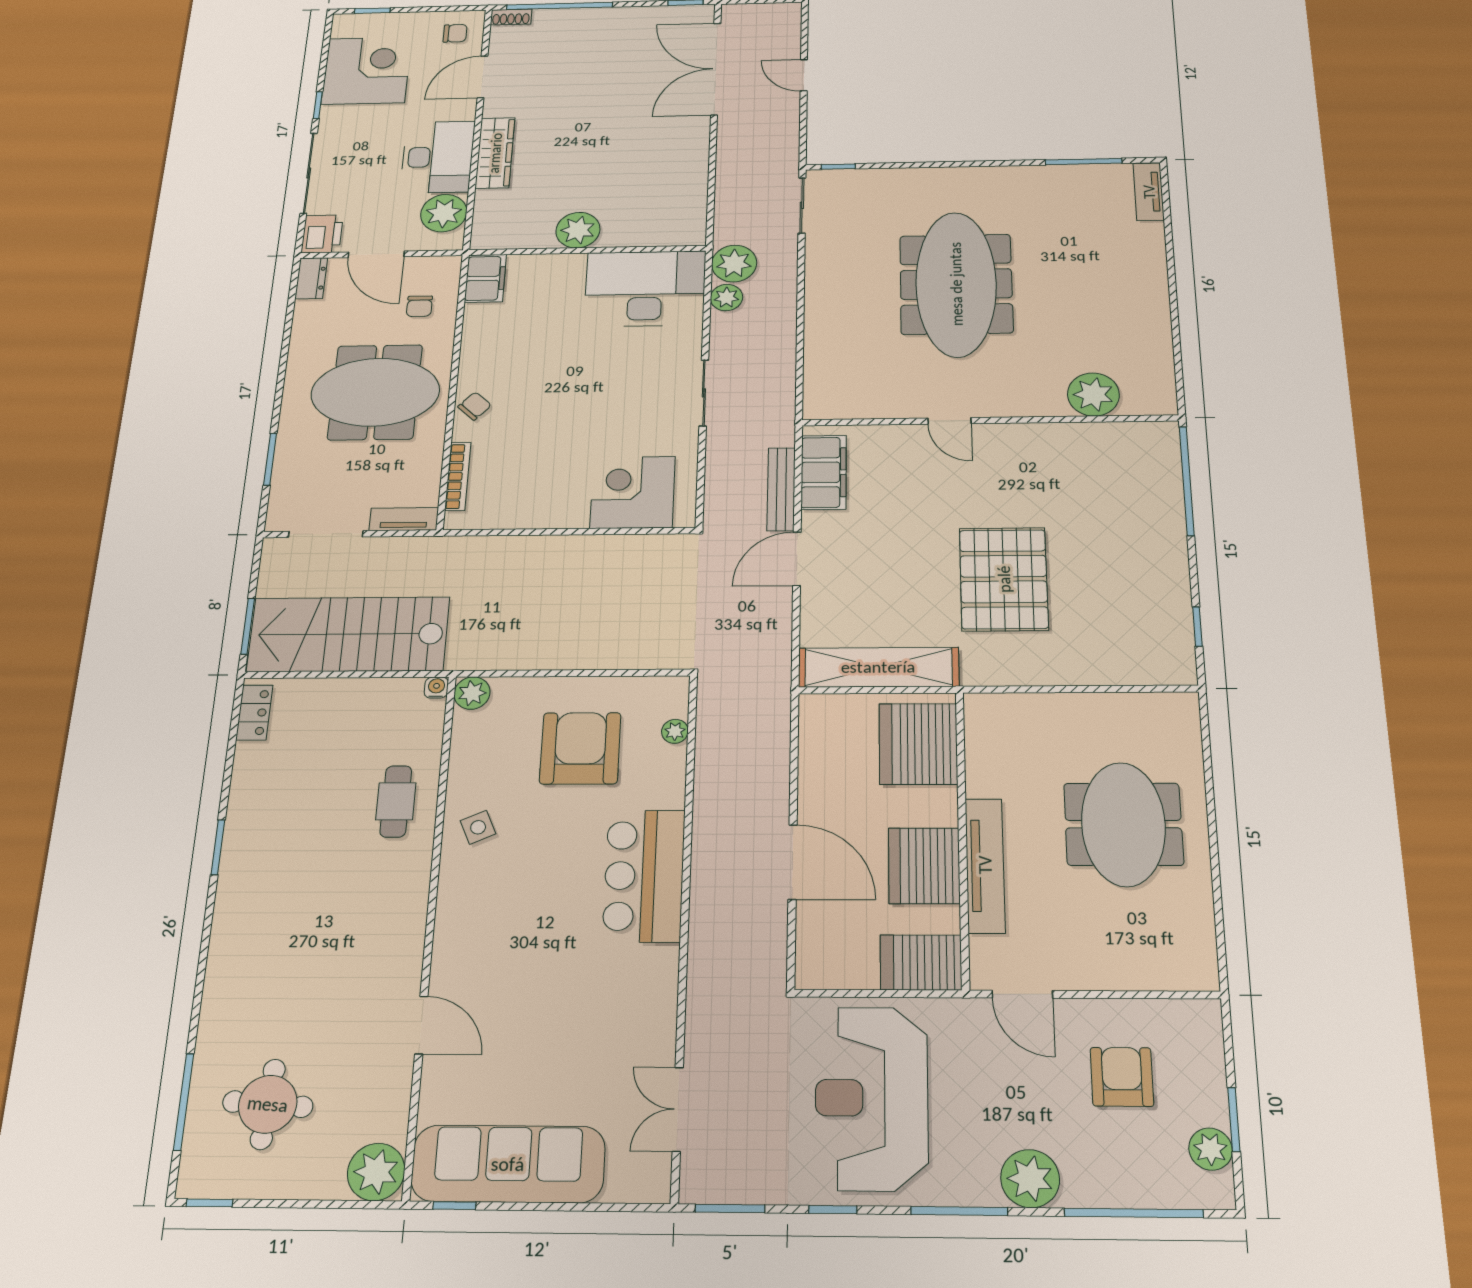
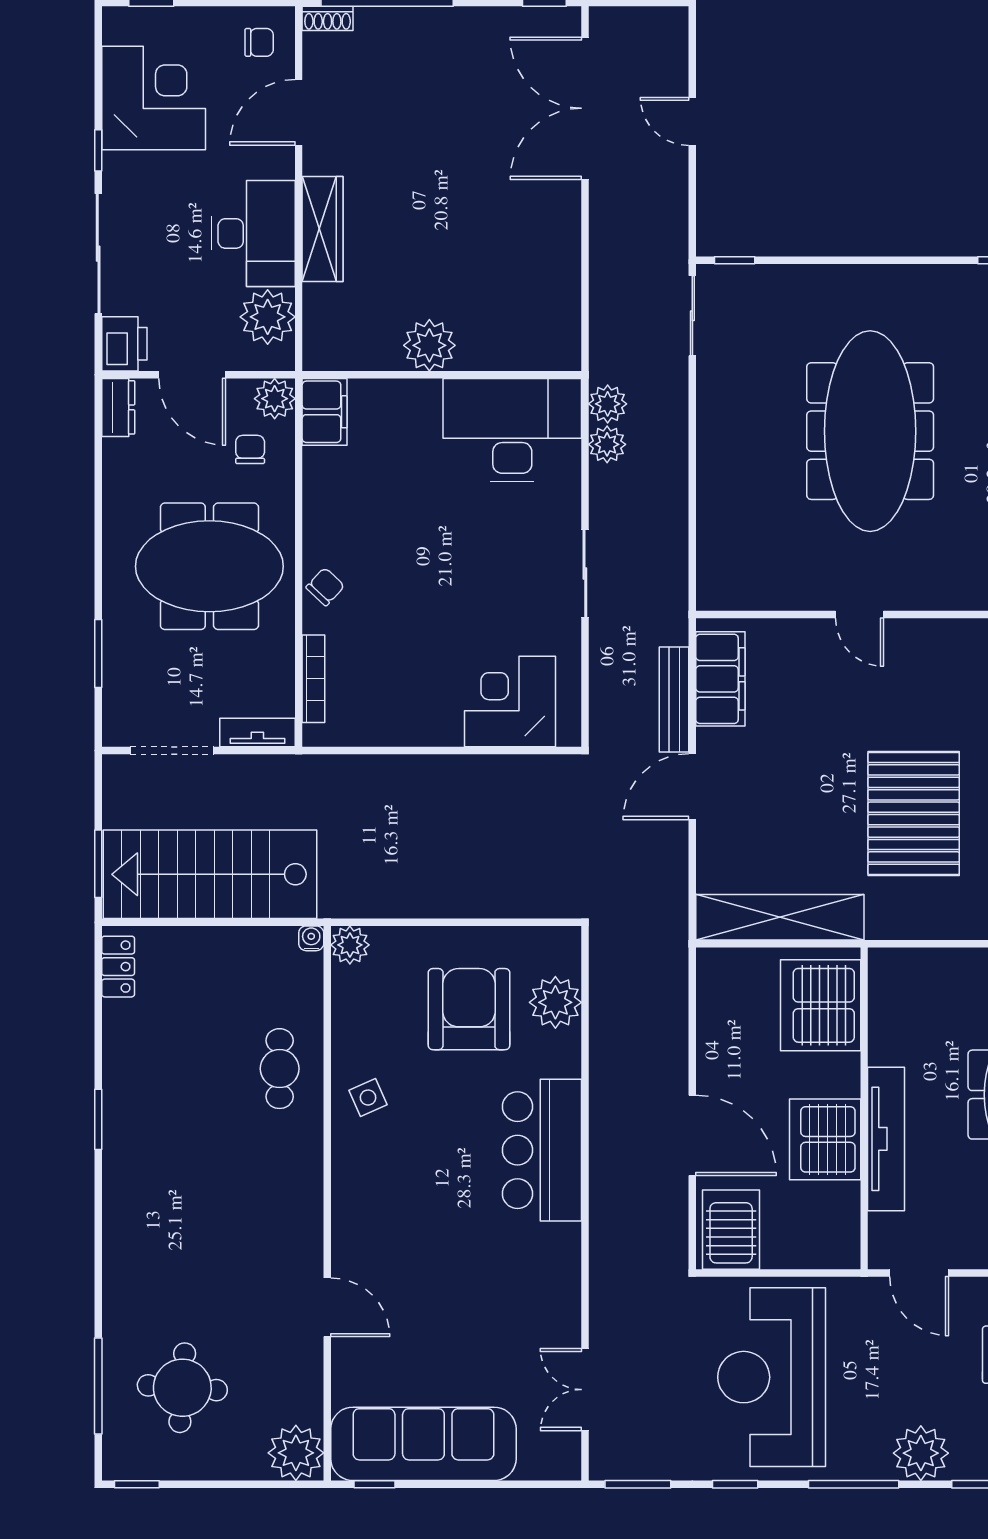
plant: (734, 264) -> (608, 404), width x0.73, depth x0.73
plant: (444, 270) -> (275, 399), added
chair: (419, 306) -> (250, 449), turned 180
plant: (675, 731) -> (555, 1002), width x1.87, depth x1.87
server rack: (921, 962) -> (731, 1230), moved, turned 90

